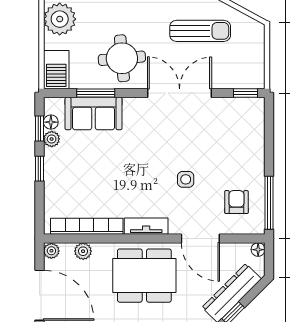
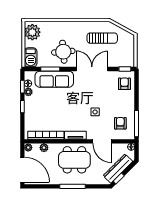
sofa: (94, 114) -> (54, 79), width x1.36
armchair: (245, 123) -> (124, 84), added

